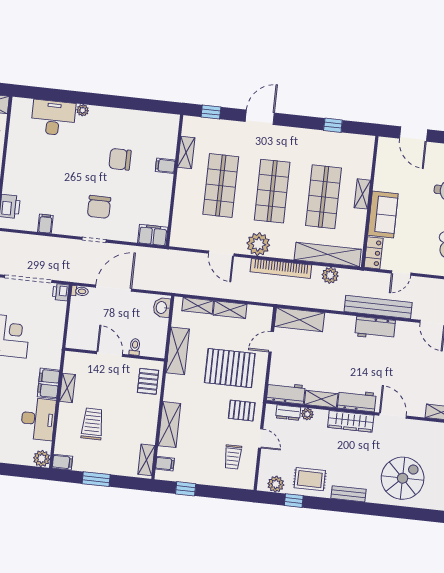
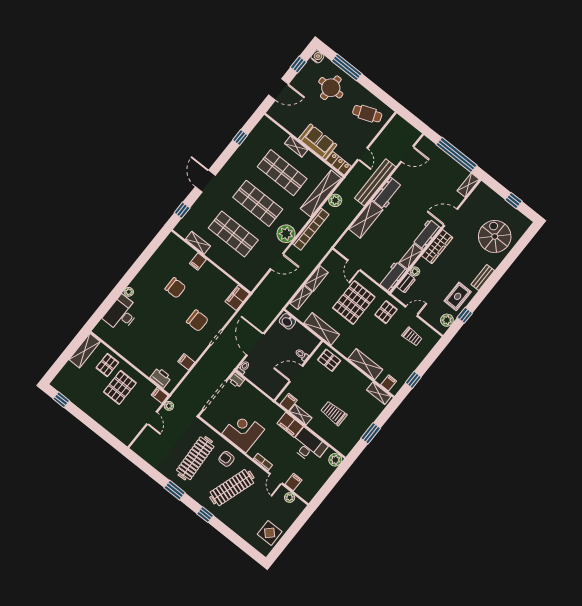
chair: (120, 159) -> (175, 288), turned -90
shelving: (299, 320) -> (366, 219), moved
filing cabinet: (62, 462) -> (289, 402), moved

